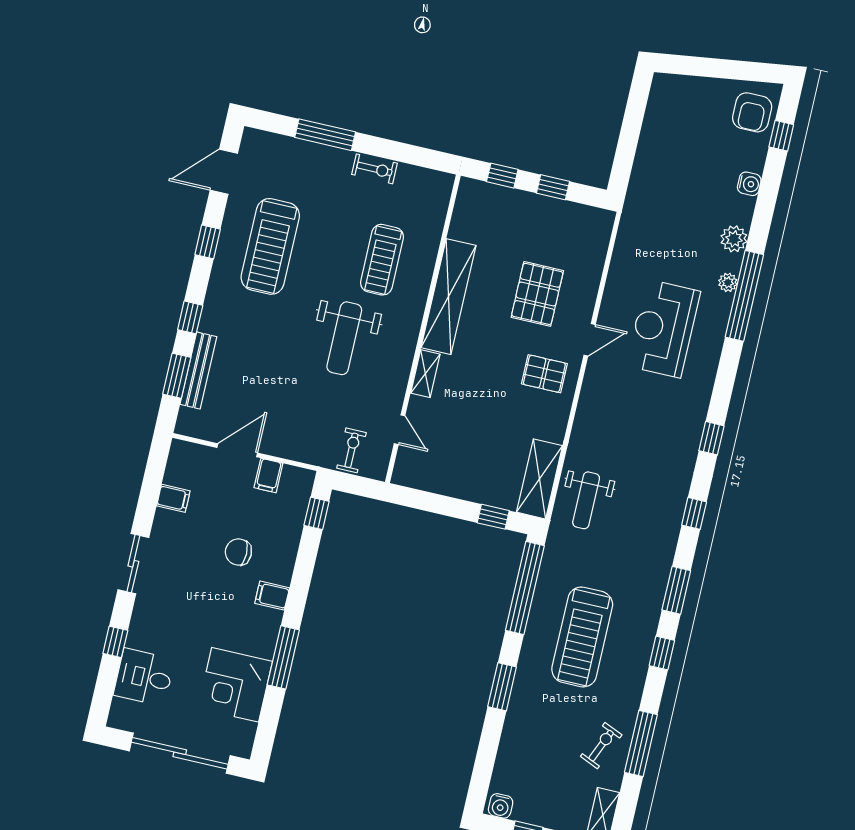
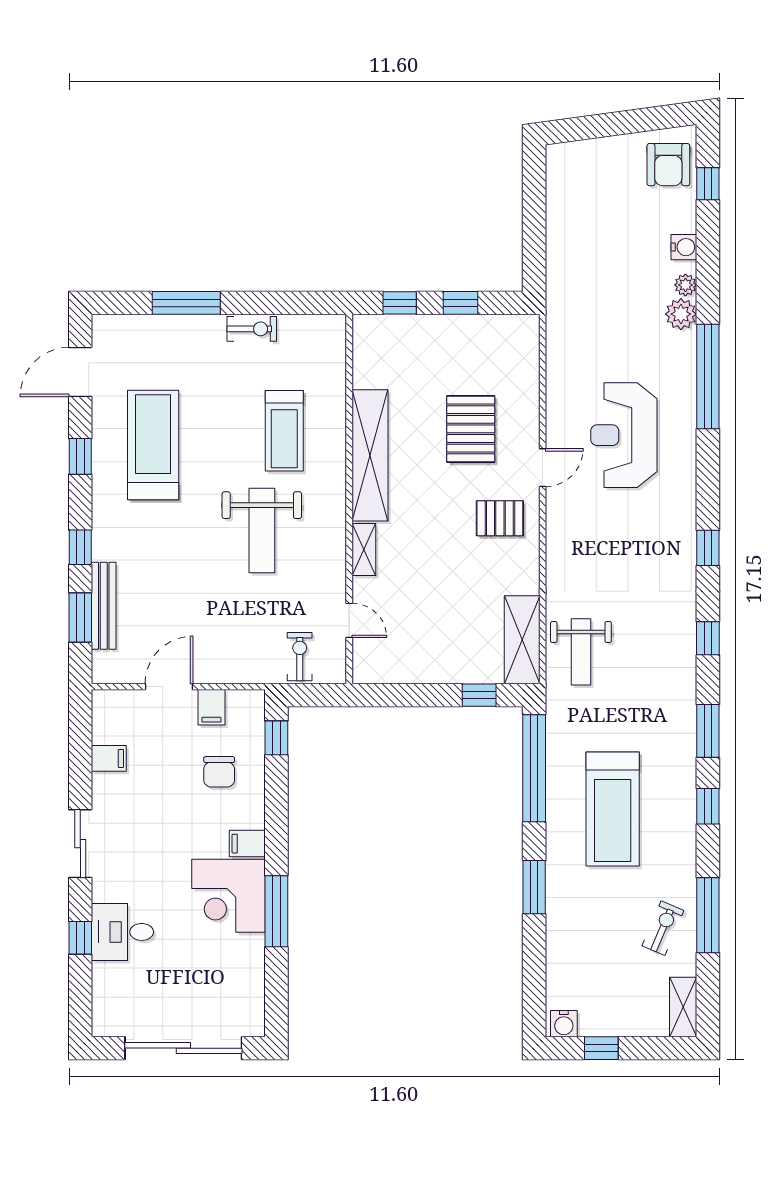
treadmill: (270, 246) -> (153, 445), turned 180
plant: (728, 282) -> (685, 285), moved
chair: (238, 552) -> (219, 772), moved, turned -90
desk: (144, 677) -> (122, 932), moved
corner desk: (235, 685) -> (229, 896), moved

